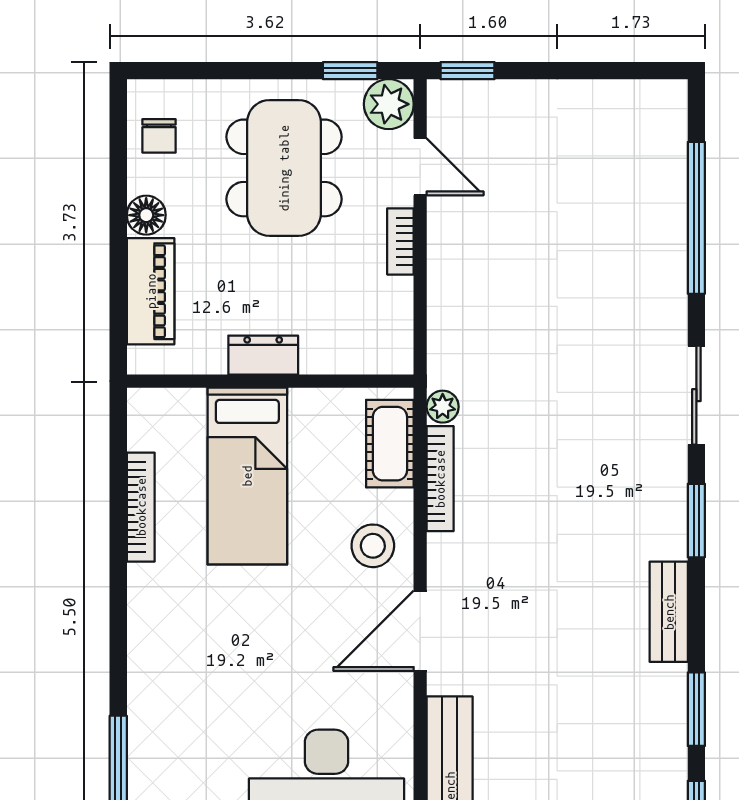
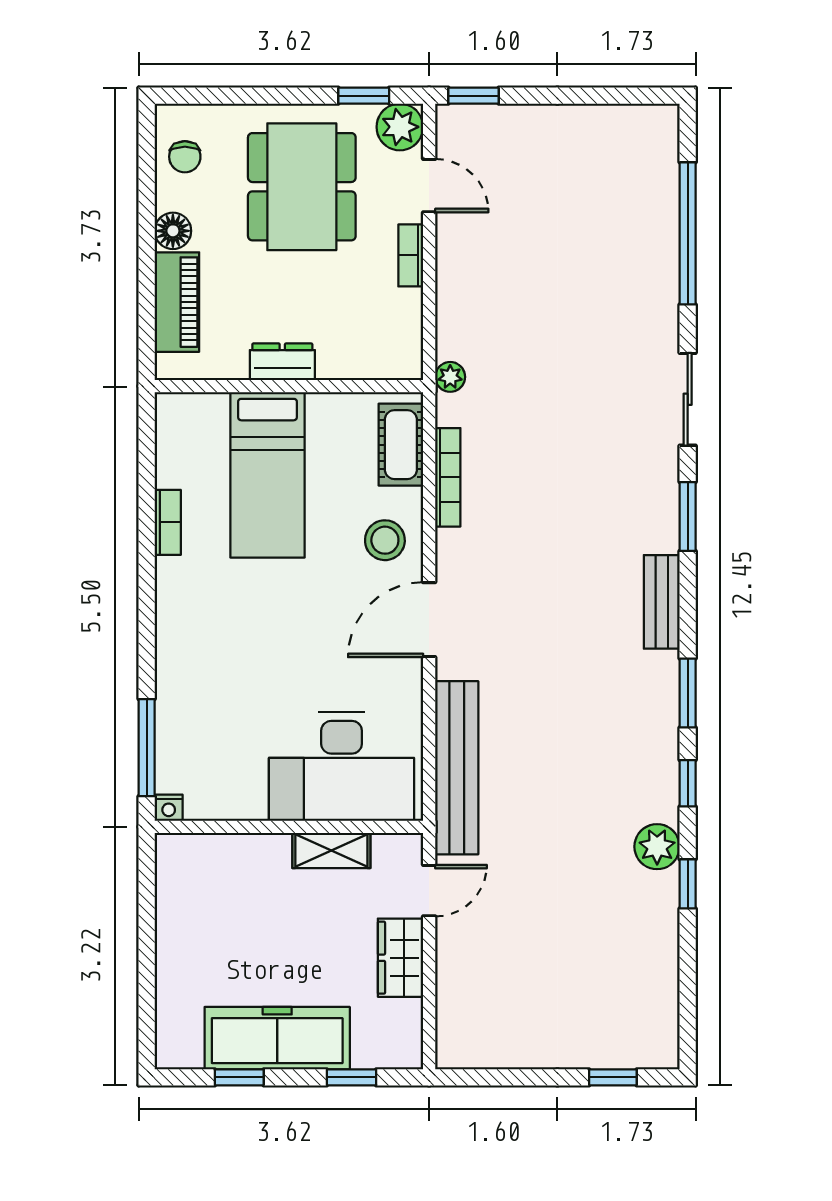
plant: (443, 407) -> (450, 377), moved
bookcase: (141, 507) -> (168, 522), width x0.64

